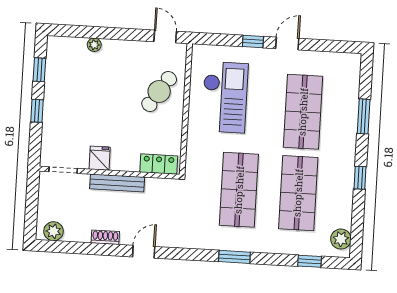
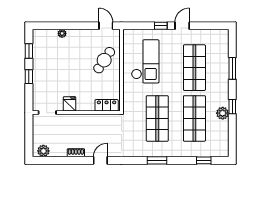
bench: (117, 183) -> (81, 119), removed
plant: (341, 239) -> (223, 113), moved

